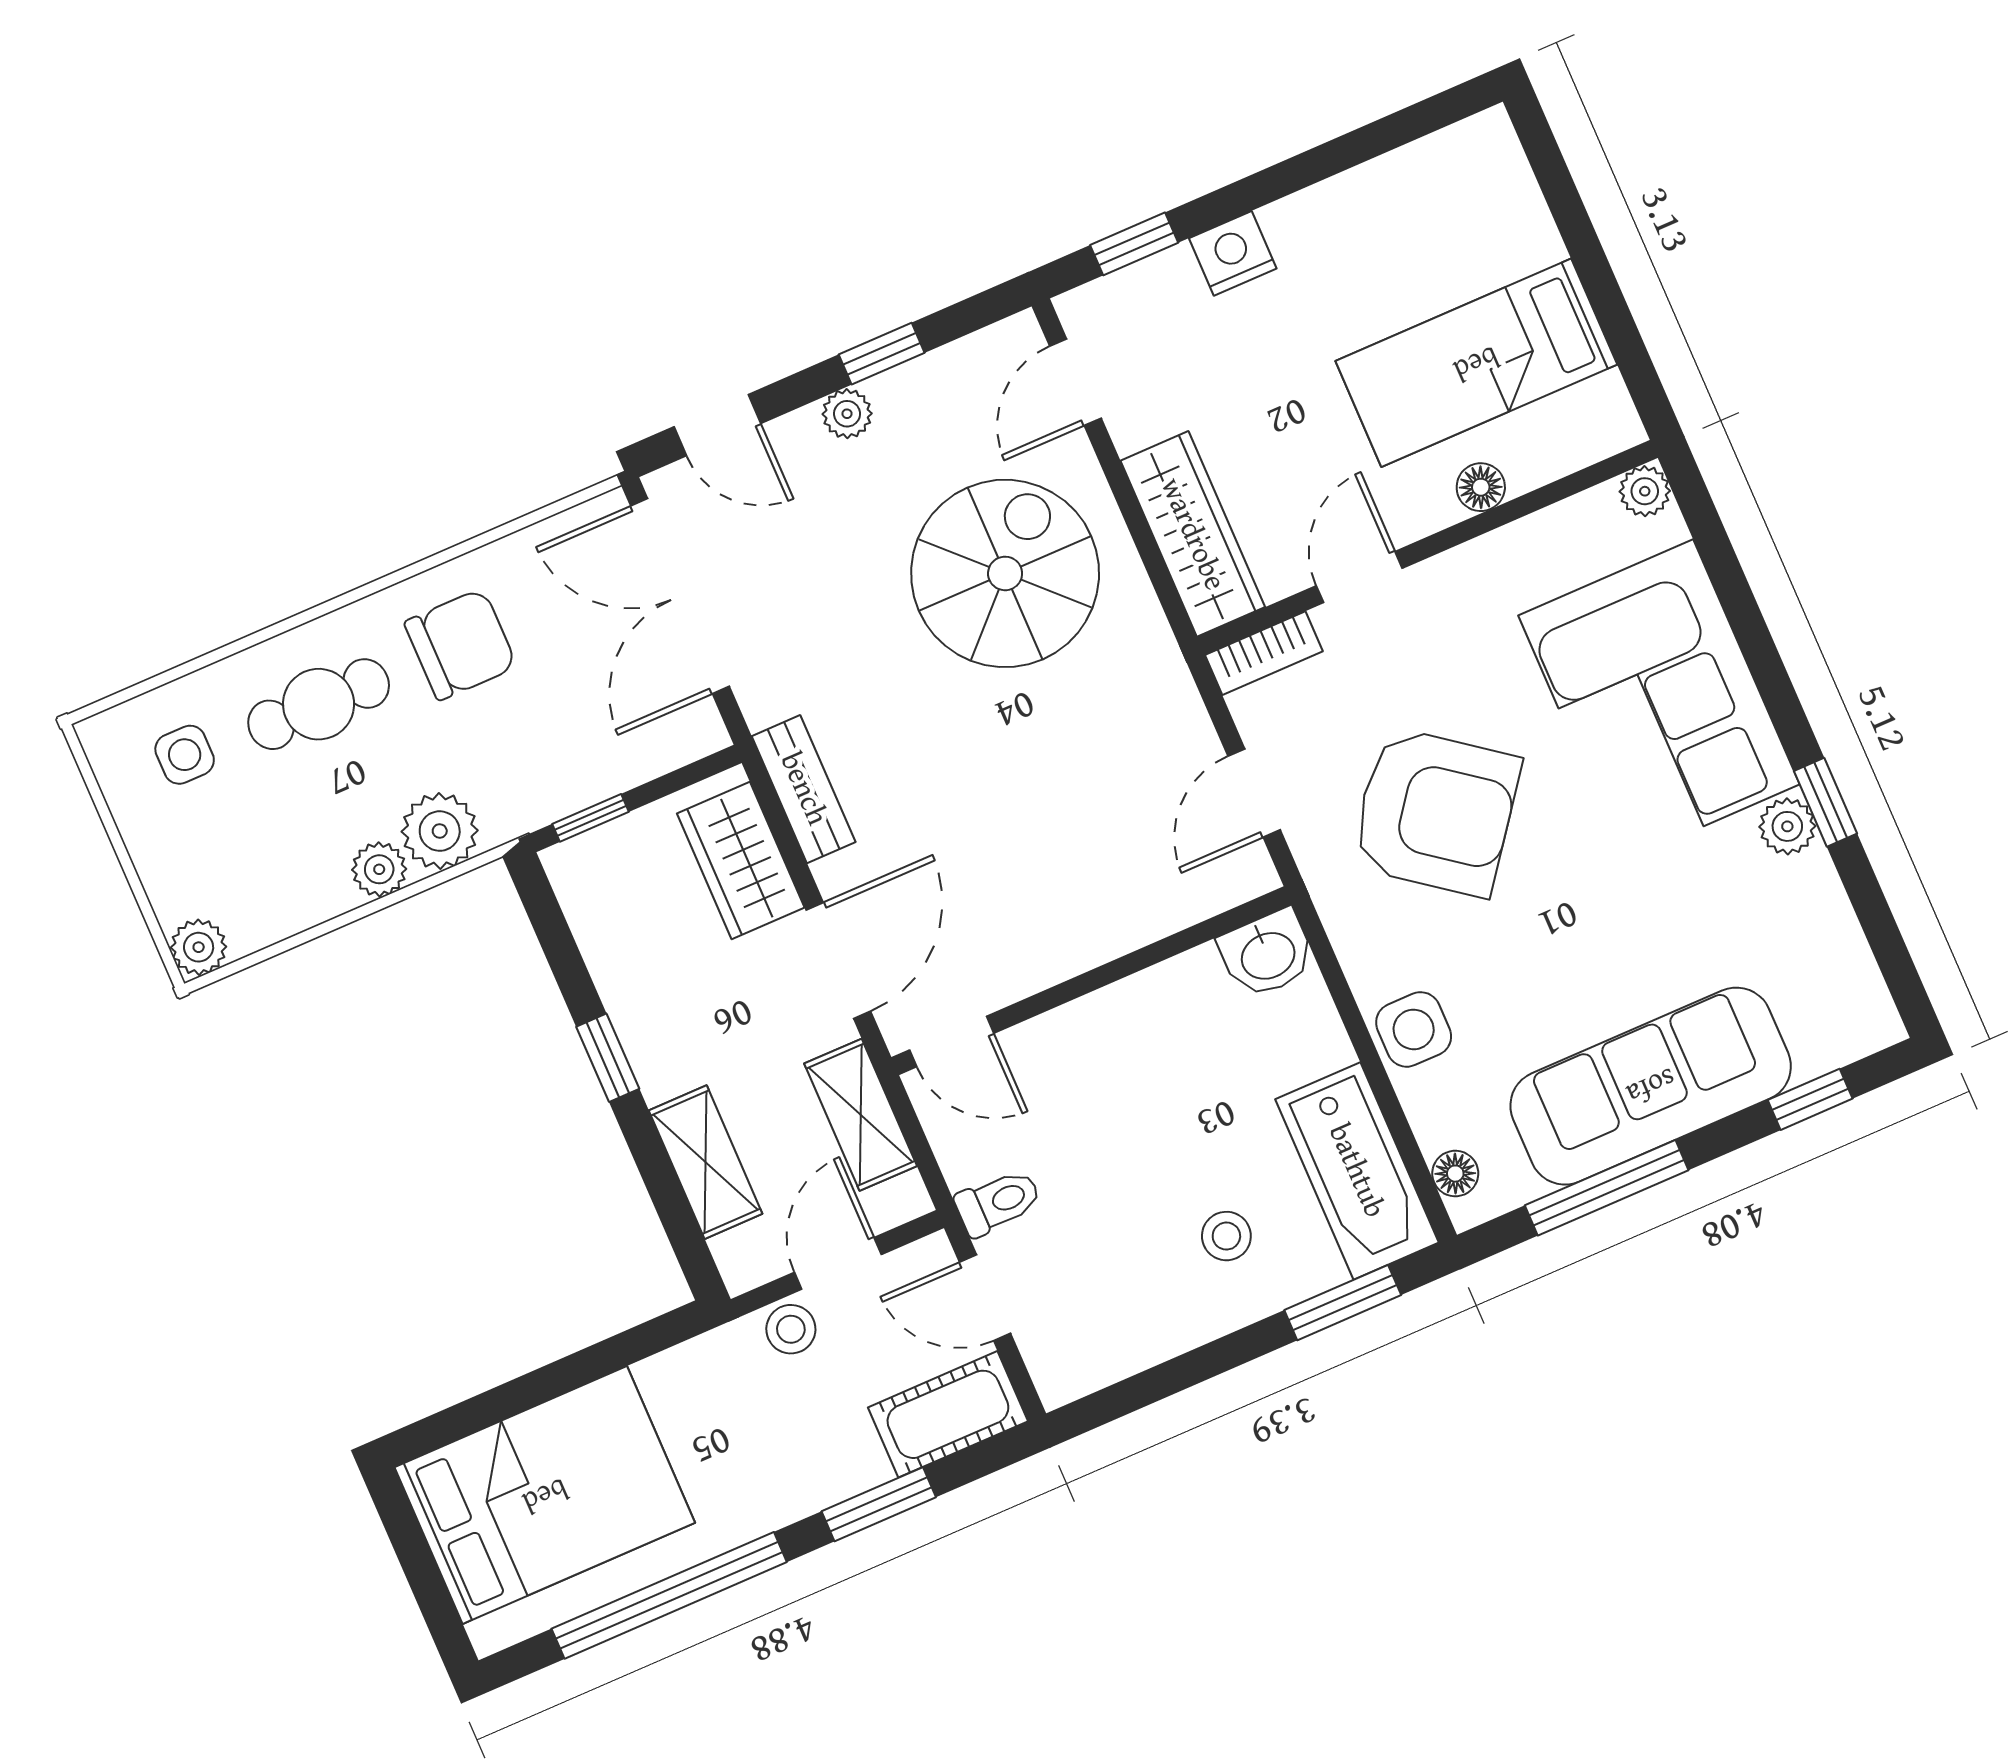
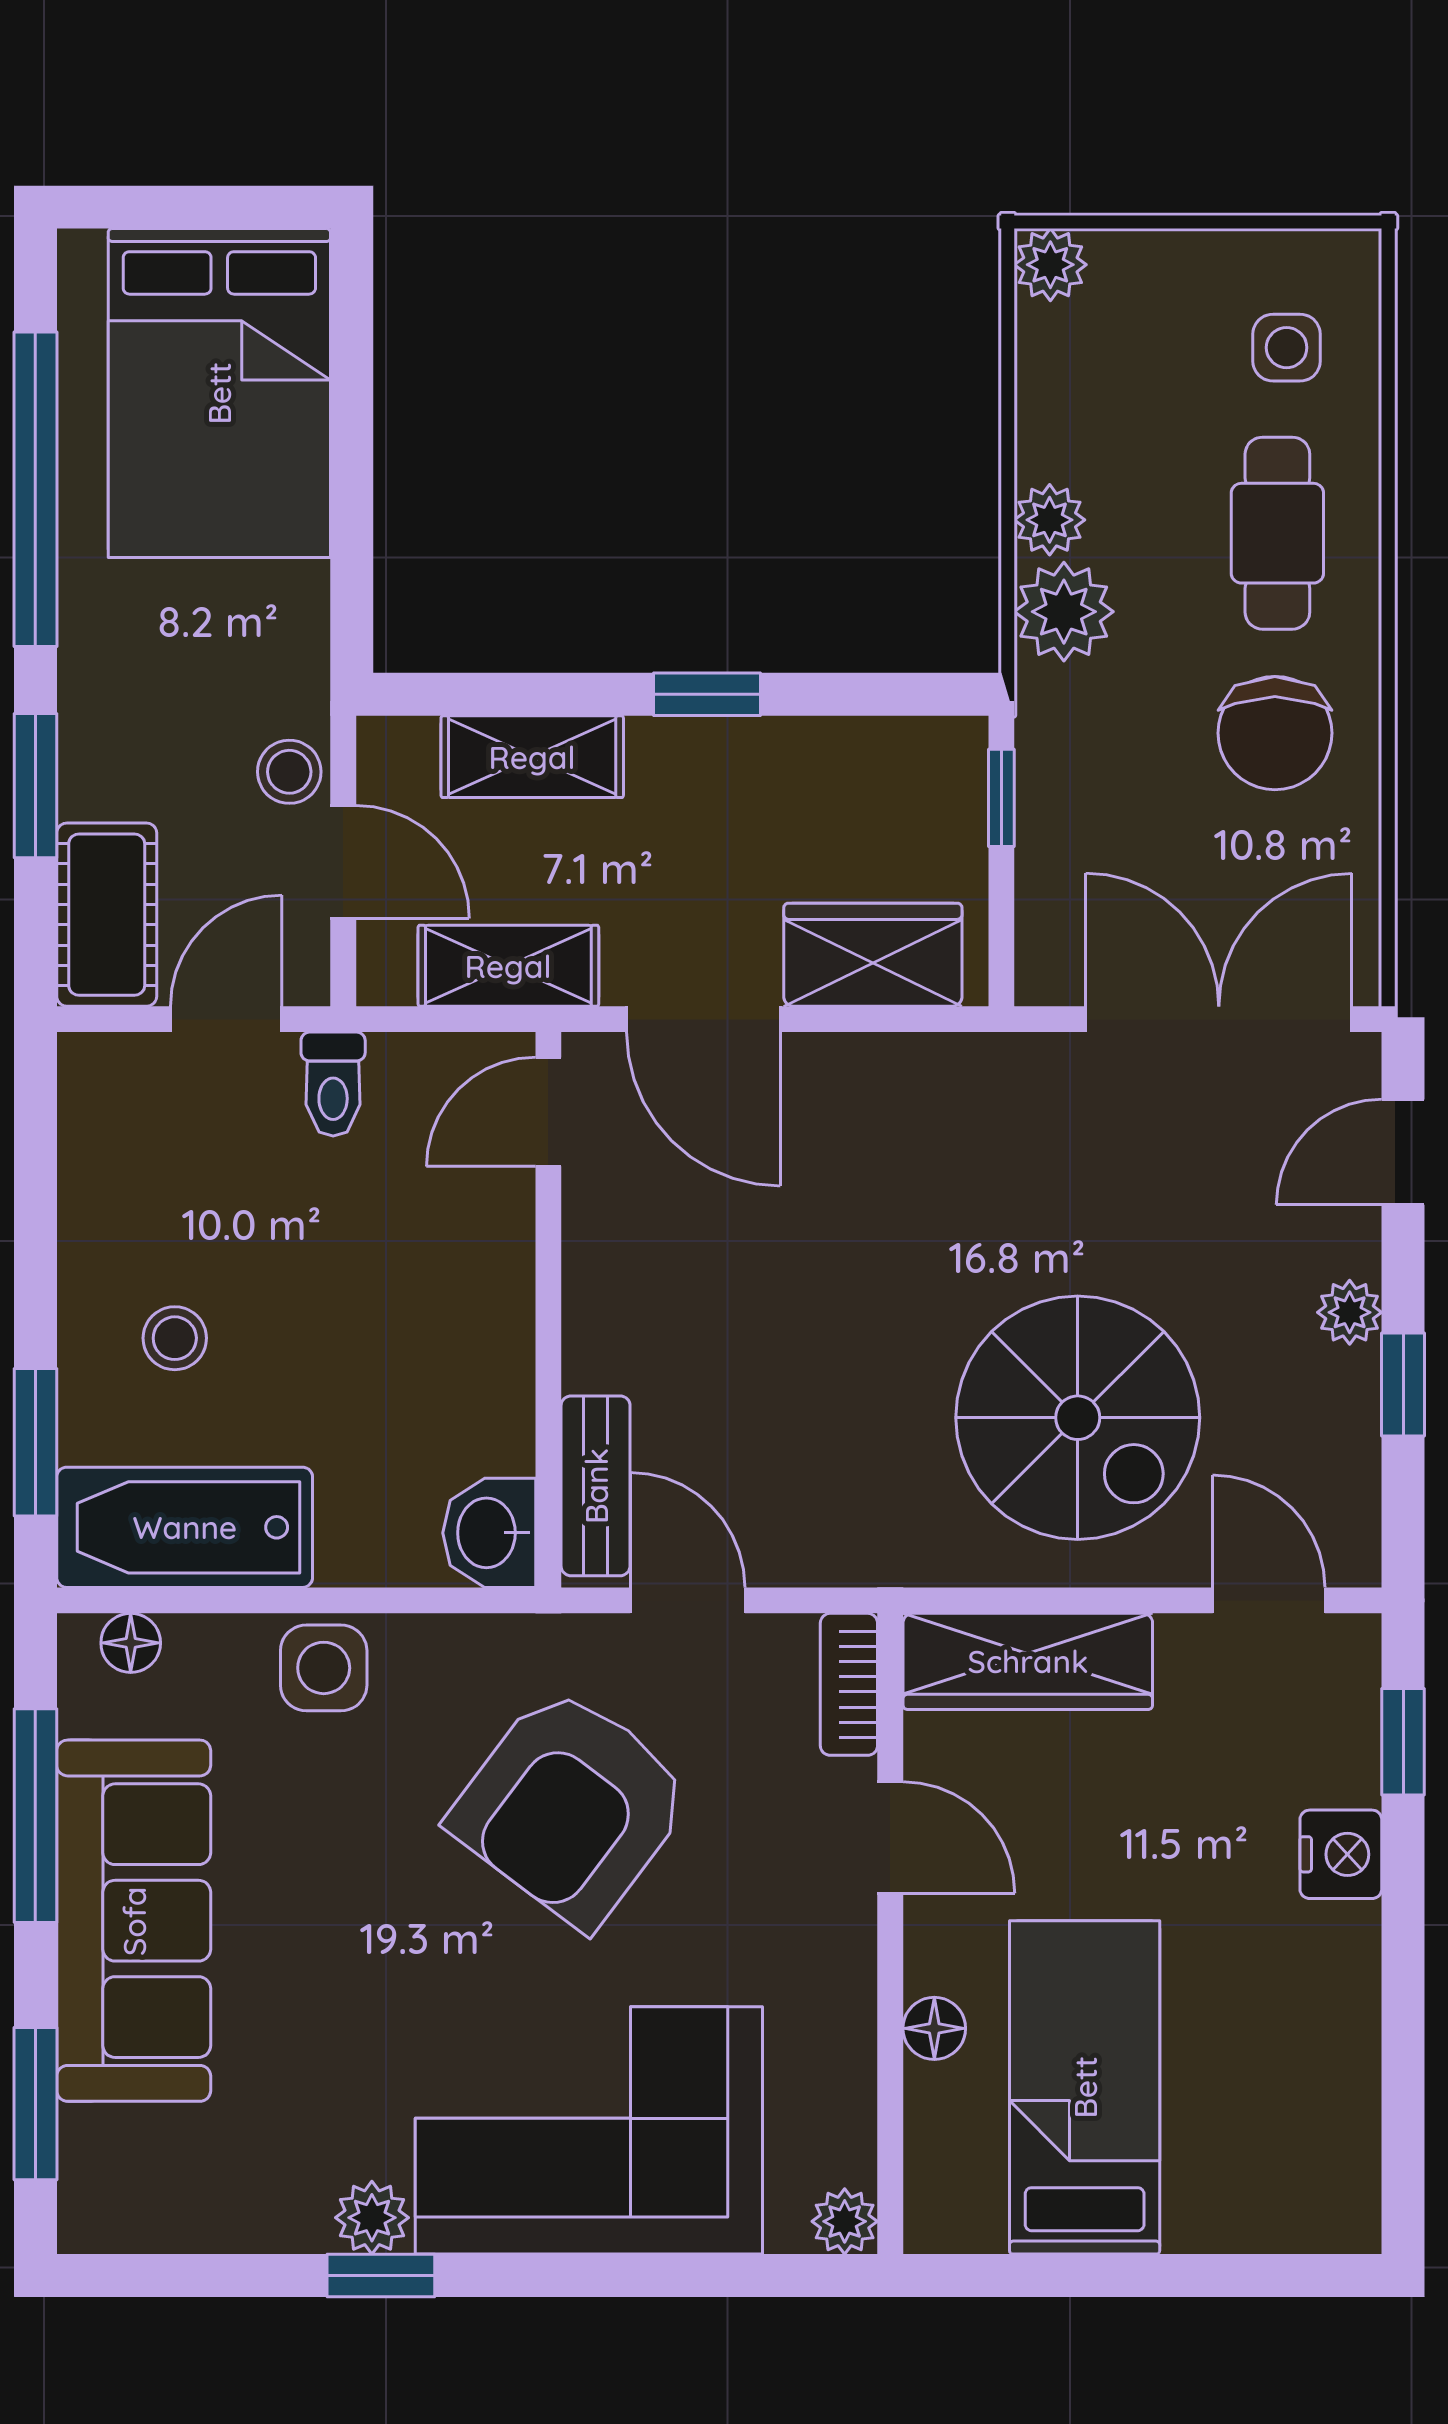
bench: (804, 789) -> (596, 1486), moved, turned 90
window: (1810, 1099) -> (35, 2104), width x1.50

